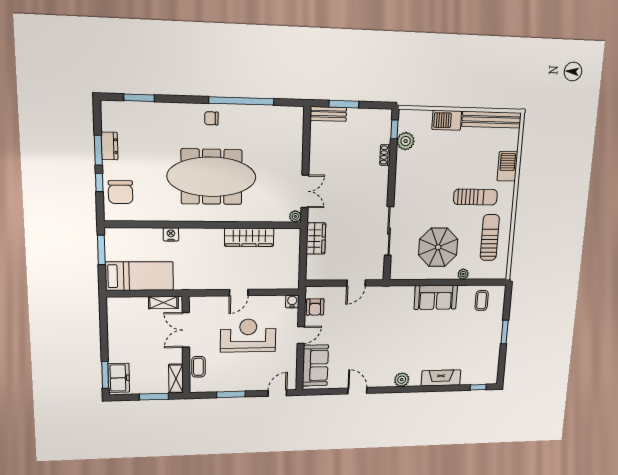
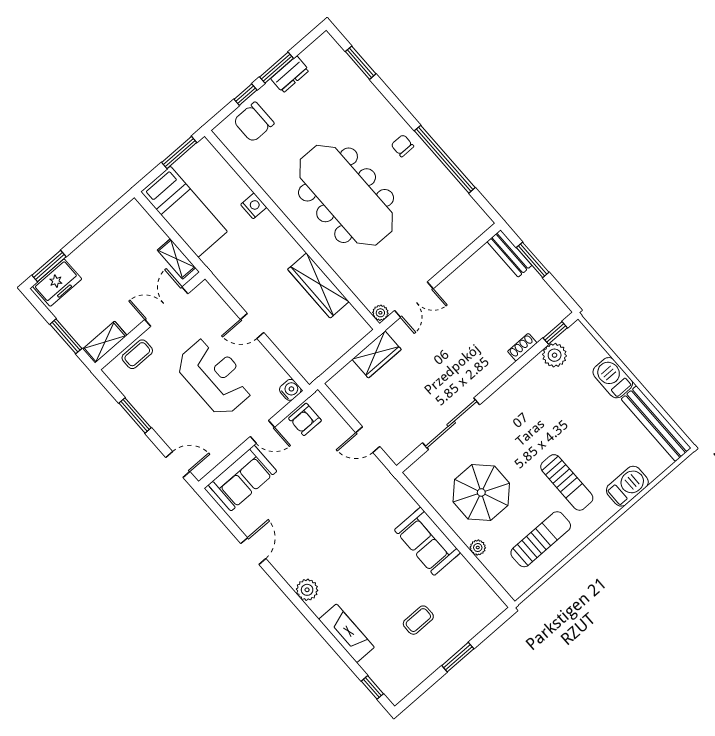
coffee table: (482, 300) -> (418, 620), moved

